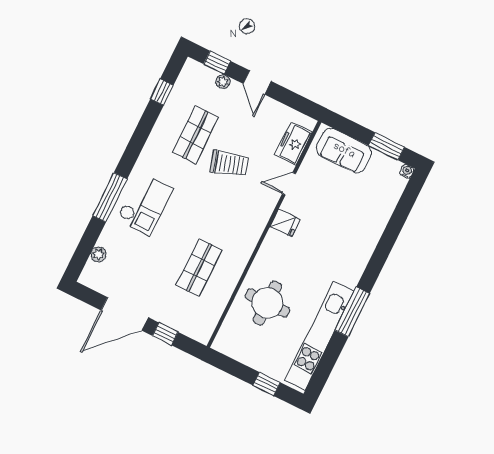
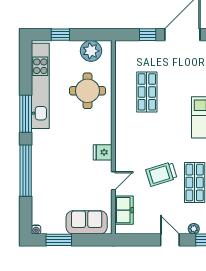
window: (385, 246) -> (26, 171), added
plant: (240, 347) -> (91, 51), added

